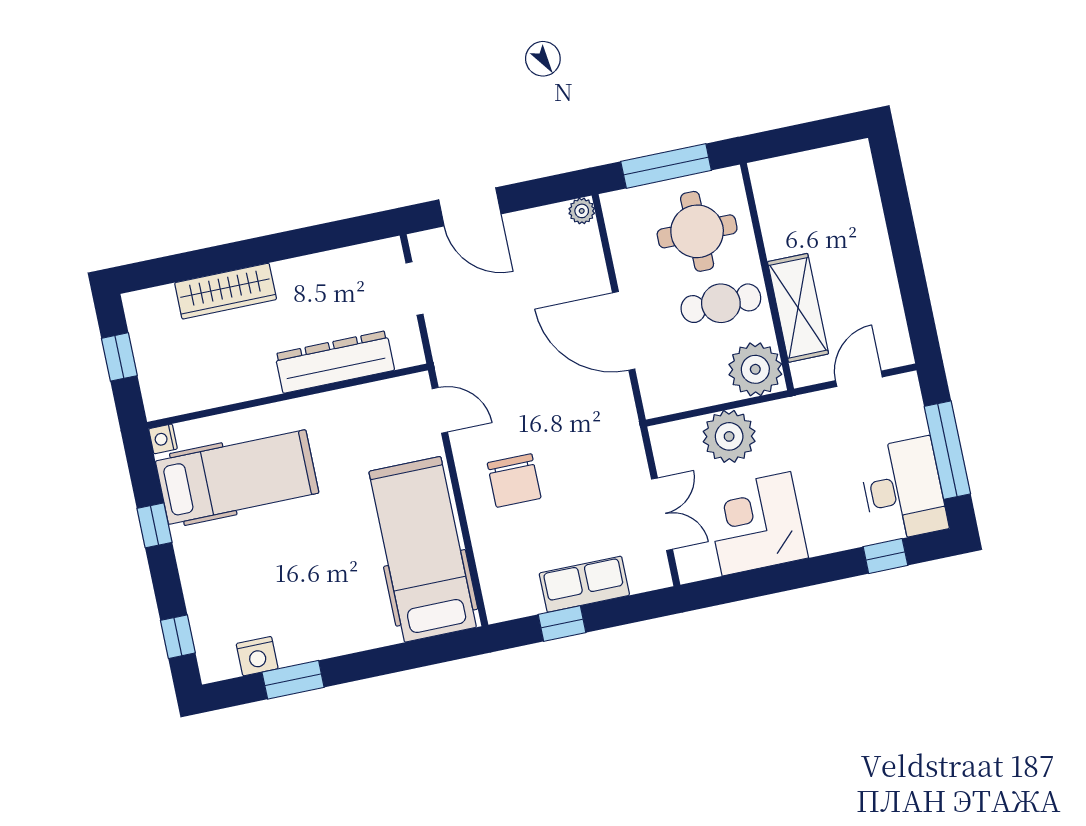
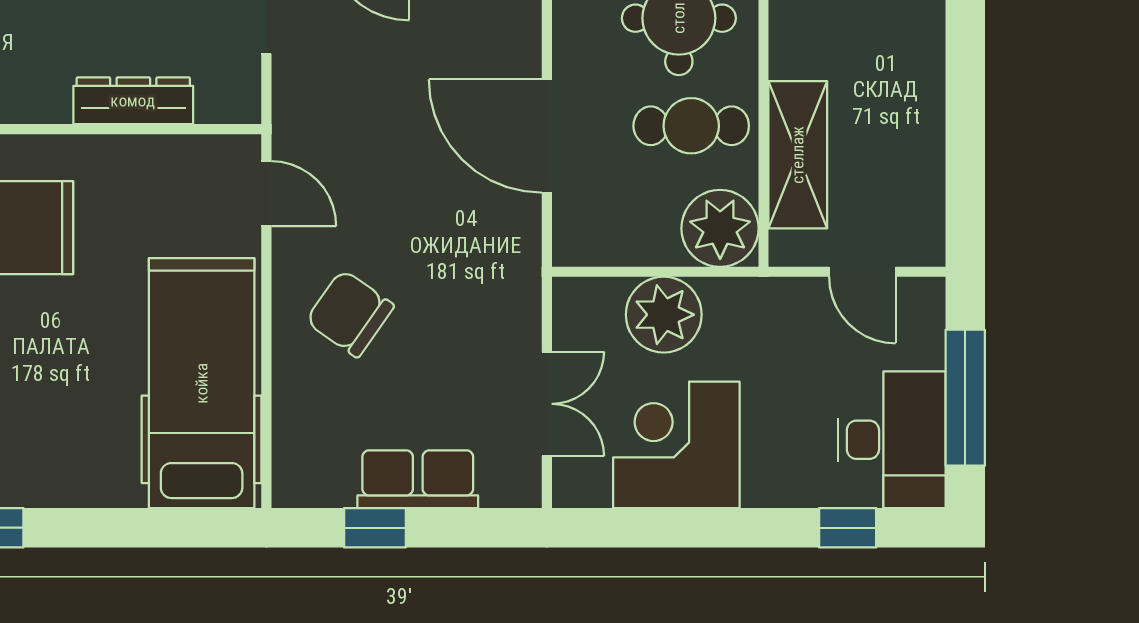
dresser: (335, 362) -> (133, 101), width x0.73, depth x0.80
door: (859, 379) -> (862, 272), swing flipped
chair: (514, 480) -> (350, 313), turned 125

